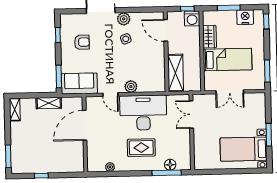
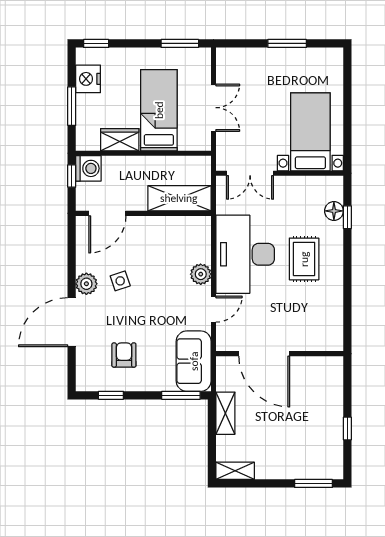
bed with nightstands: (244, 149) -> (310, 132), moved, turned 180
plant: (110, 167) -> (335, 313), removed
window: (167, 173) -> (347, 217), width x0.46

